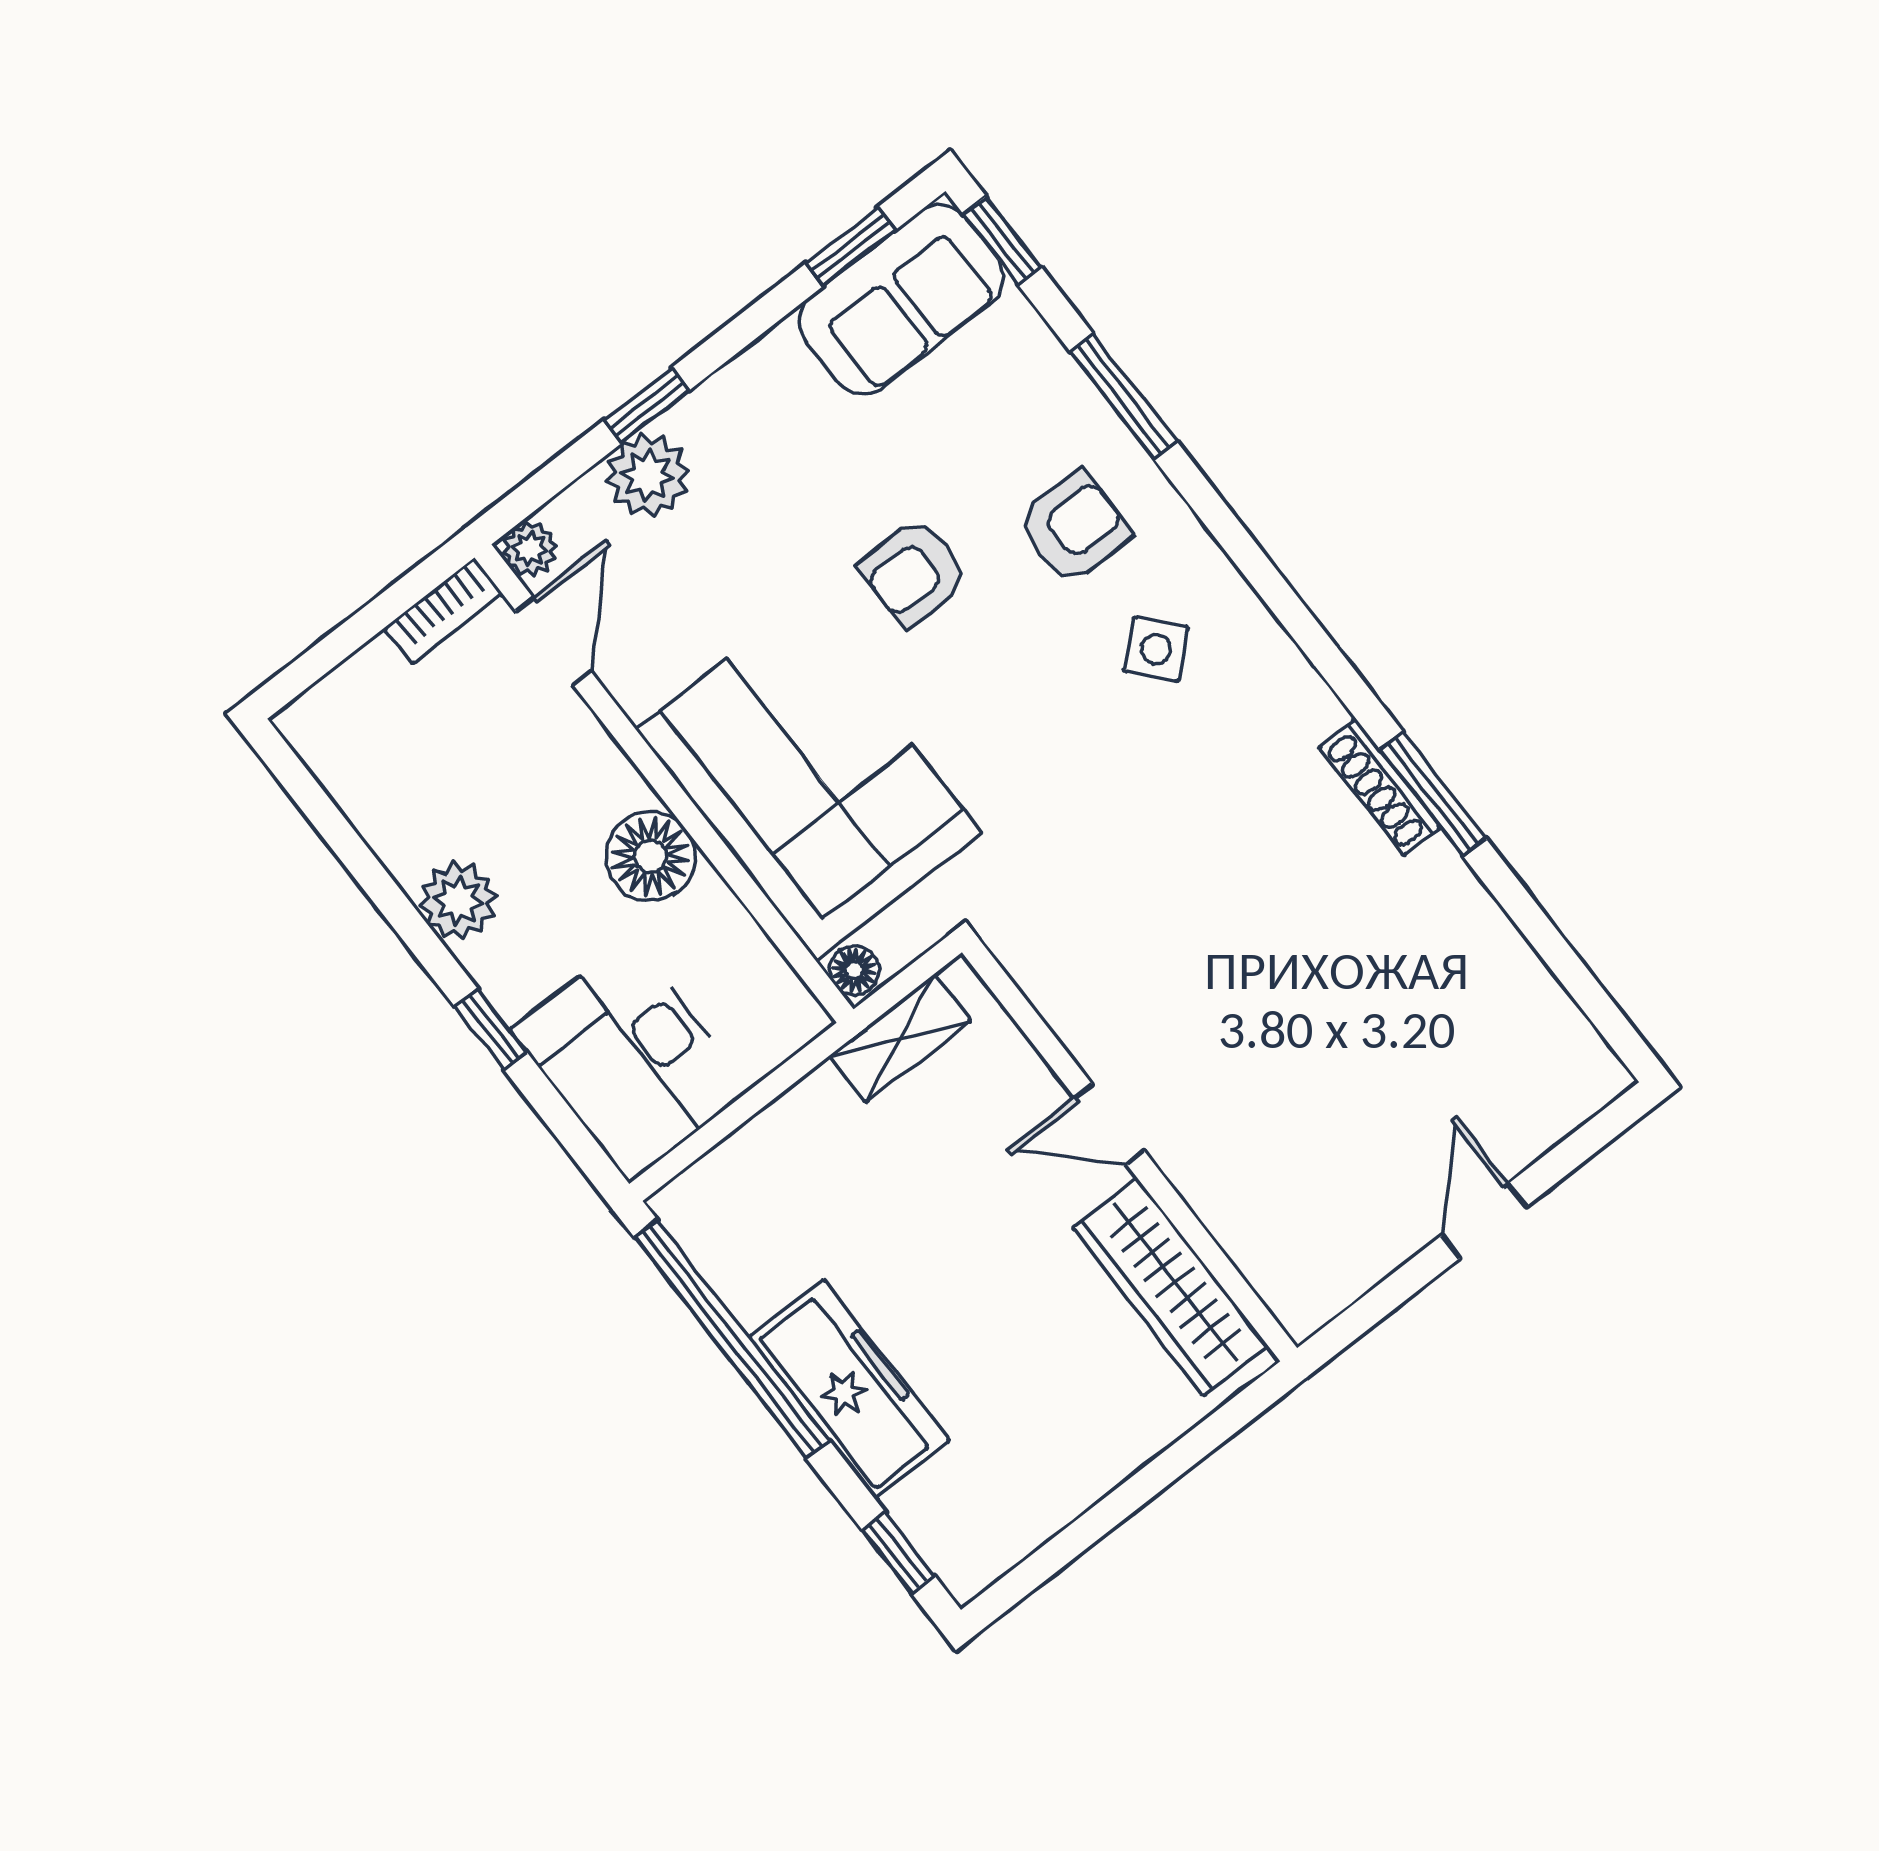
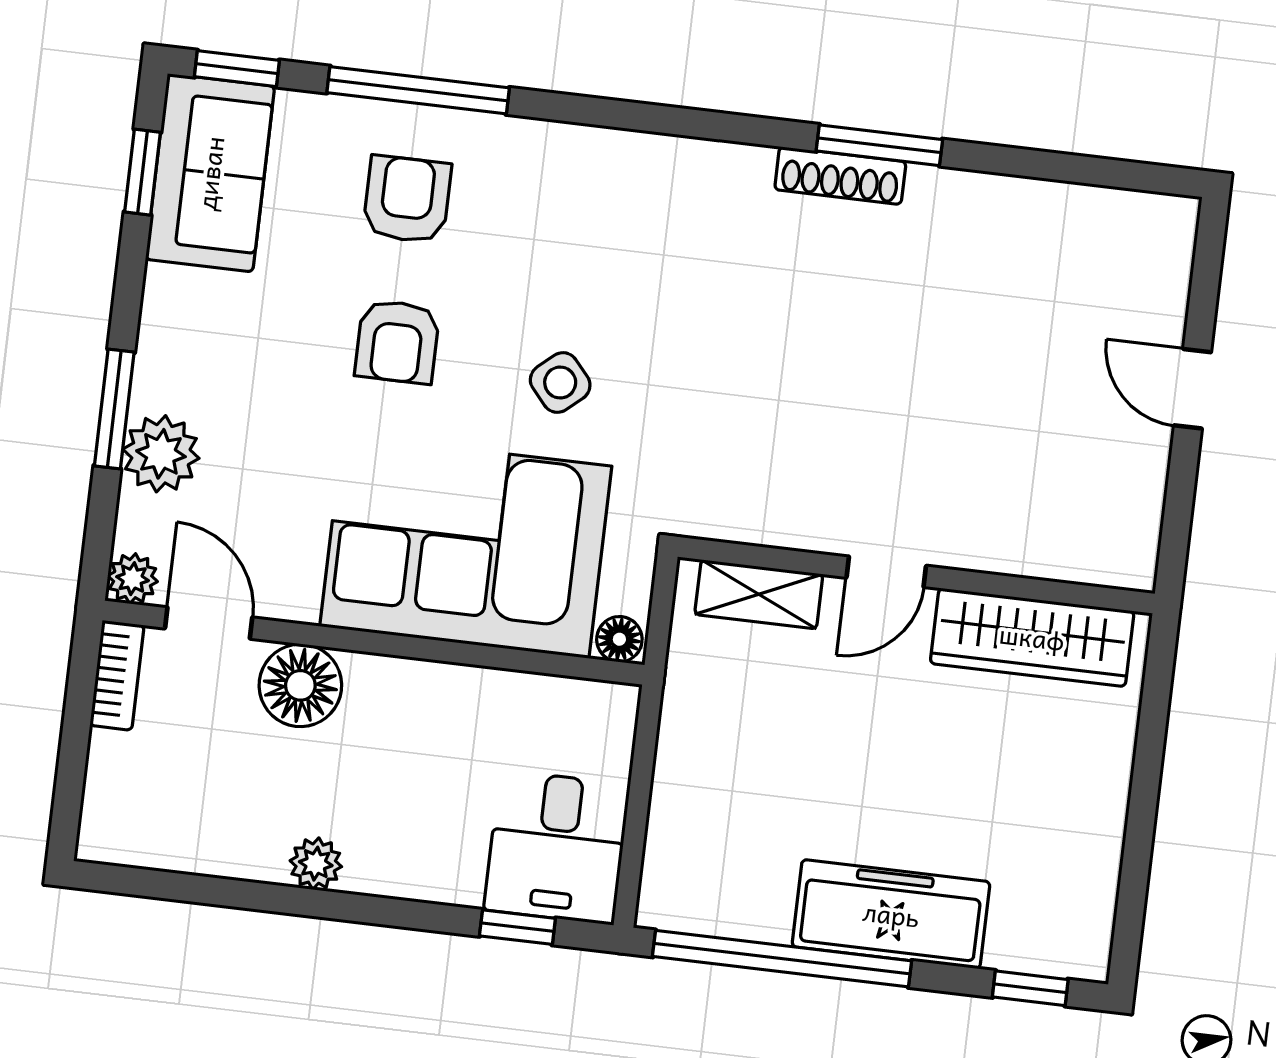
window: (1124, 397) -> (418, 90), width x1.44
window: (646, 406) -> (114, 409), width x1.50
armchair: (1074, 527) -> (407, 199), moved
side table: (1156, 649) -> (560, 383), moved
floor lamp: (650, 856) -> (300, 685), moved
plant: (458, 901) -> (316, 864), width x0.73, depth x0.73
window: (491, 1029) -> (517, 927), moved
shelving: (900, 1038) -> (759, 594), moved, turned 90
desk: (630, 1060) -> (557, 847), width x0.73

